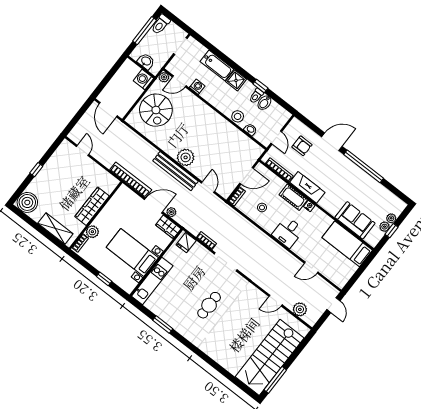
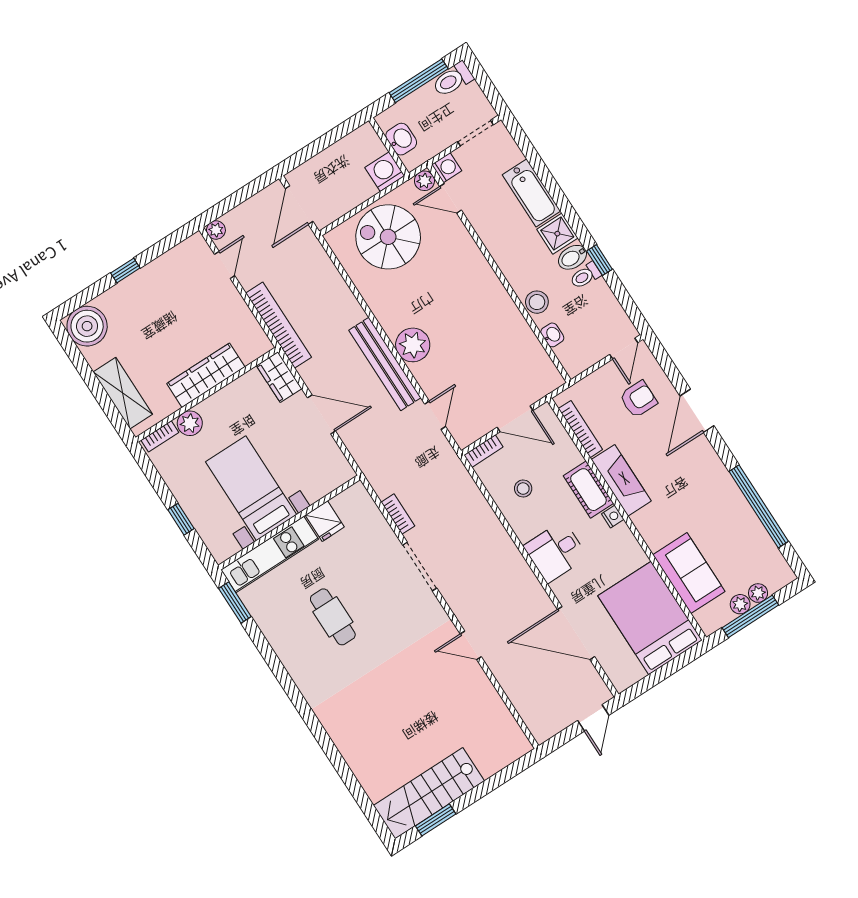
washing machine: (197, 87) -> (447, 168), moved
bidet: (264, 103) -> (573, 257), moved
spiral stairs: (156, 110) -> (388, 237), turned 90
door: (276, 137) -> (624, 349), moved
door: (332, 142) -> (697, 411), swing flipped
armchair: (302, 146) -> (638, 399), turned -90
window: (364, 166) -> (759, 506), moved
bookcase: (131, 180) -> (279, 325), moved
plant: (171, 212) -> (216, 230), moved
wardrobe: (168, 227) -> (279, 377), moved
window: (391, 231) -> (750, 616), width x2.17
fridge: (186, 243) -> (325, 521), moved, turned -90
bed: (347, 244) -> (650, 618), width x1.50
door: (311, 268) -> (576, 633), width x1.88
door: (275, 301) -> (471, 645), moved
cafe table: (209, 305) -> (333, 617), moved, turned 90
plant: (300, 309) -> (528, 704), removed
window: (163, 325) -> (235, 602), moved
stairs: (270, 357) -> (429, 793), width x0.73, depth x0.66
window: (275, 380) -> (436, 820), width x0.69

